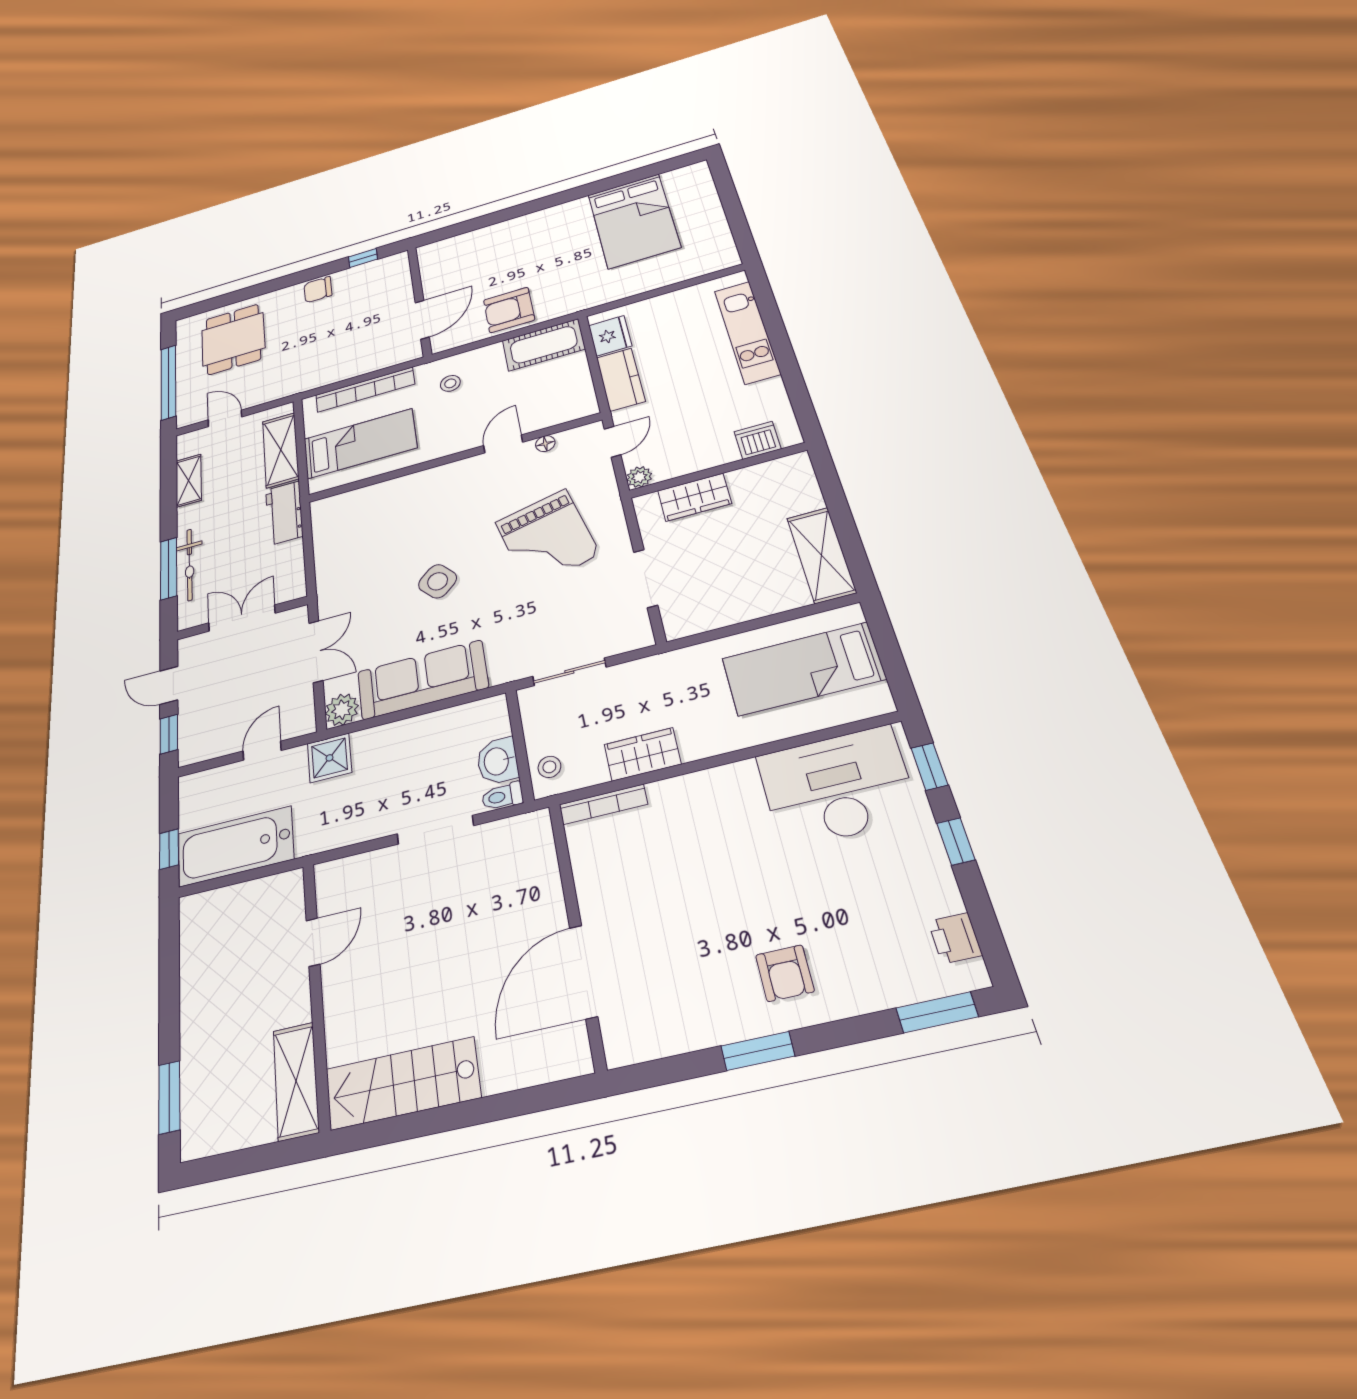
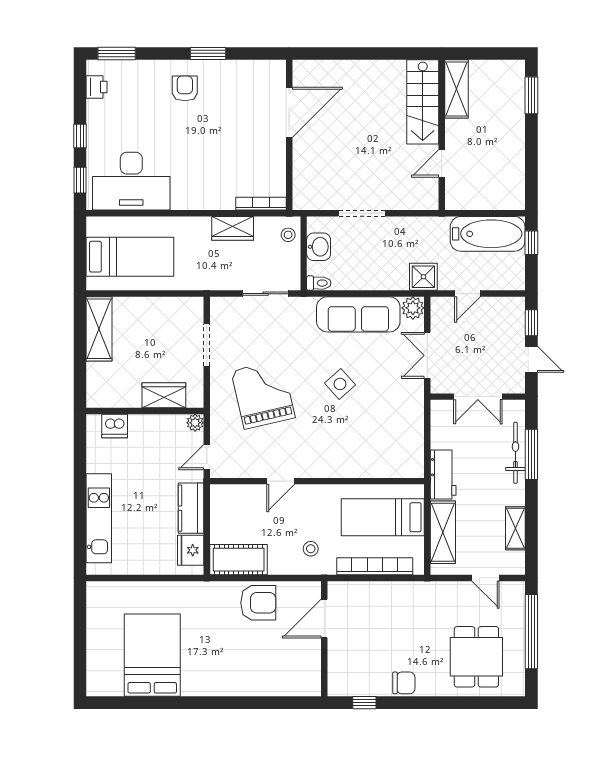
floor lamp: (545, 444) -> (252, 471), removed
toilet: (502, 796) -> (319, 283), moved
stairs: (402, 1083) -> (423, 102), moved, turned 90

